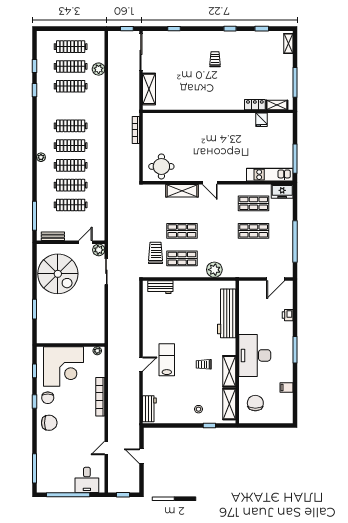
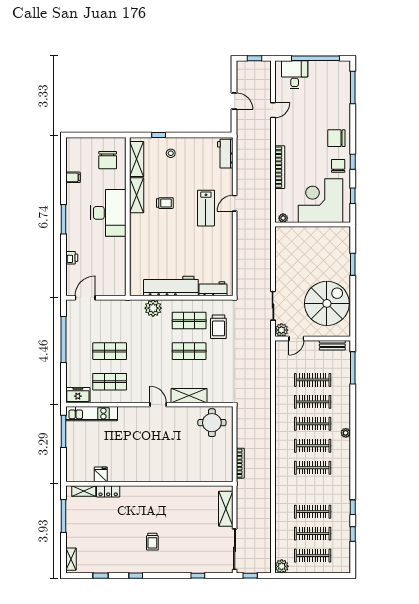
plant: (99, 69) -> (282, 566), moved
spiral stairs: (58, 274) -> (327, 303), turned 90
workbench: (227, 313) -> (171, 286), moved, turned -90

